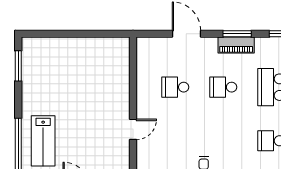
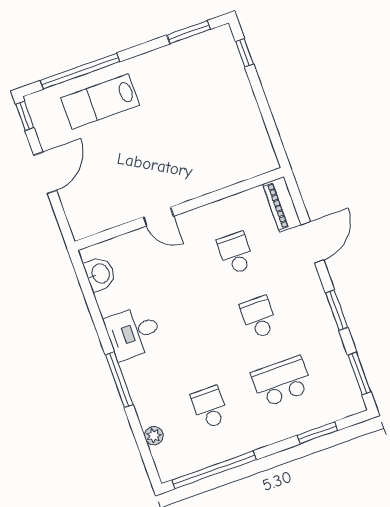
window: (45, 34) -> (245, 53), added
piano: (236, 45) -> (282, 204), moved

